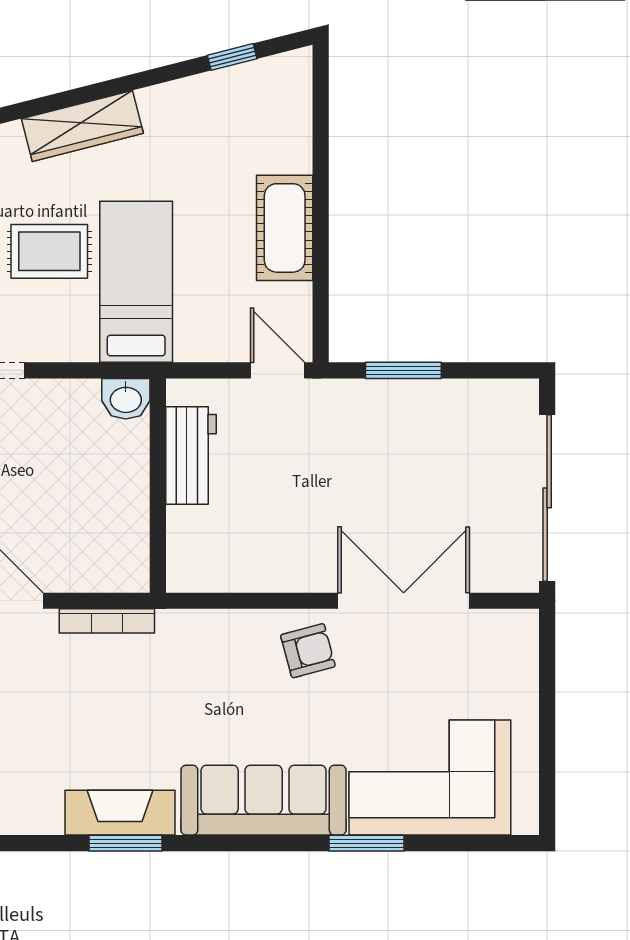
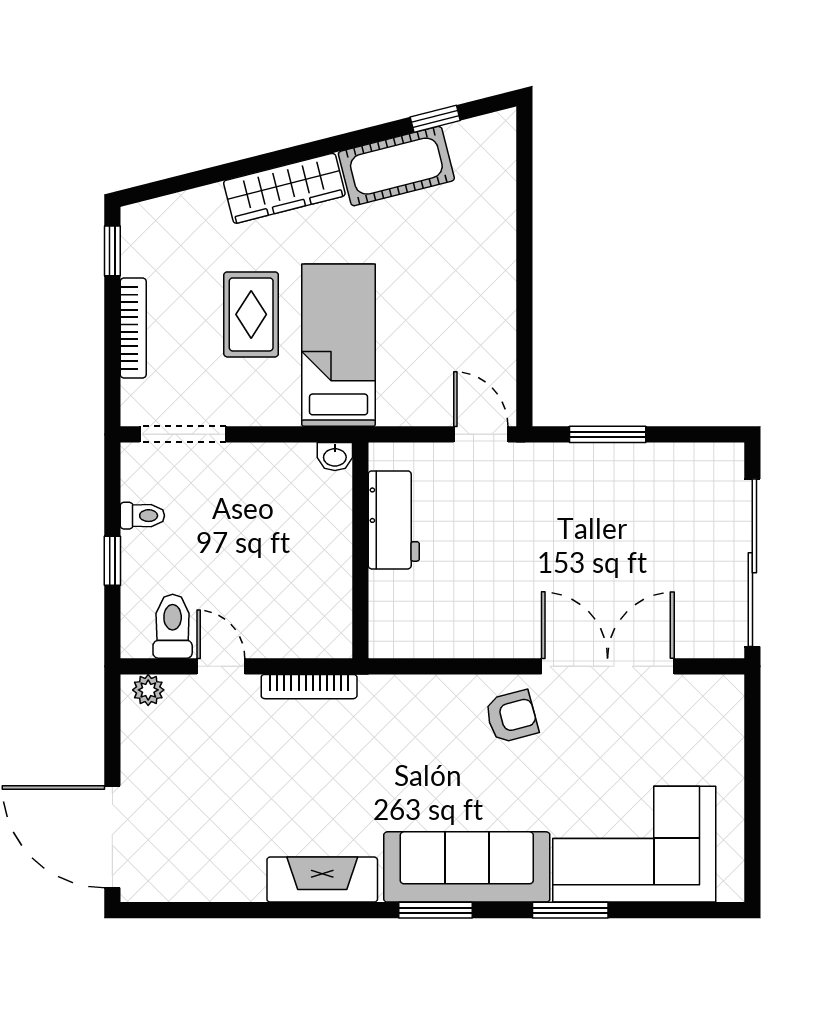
cot: (285, 228) -> (396, 166), moved, turned 76
rug: (49, 251) -> (251, 314), turned 90
washbasin: (126, 399) -> (335, 457), width x0.72, depth x0.69
window: (125, 843) -> (435, 910), moved

